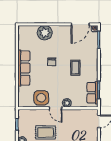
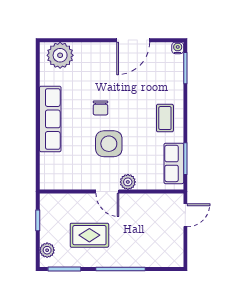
door: (80, 24) -> (133, 40), moved
plant: (45, 33) -> (60, 55), moved
coffee table: (75, 68) -> (165, 118), moved
side table: (41, 98) -> (109, 144), moved

